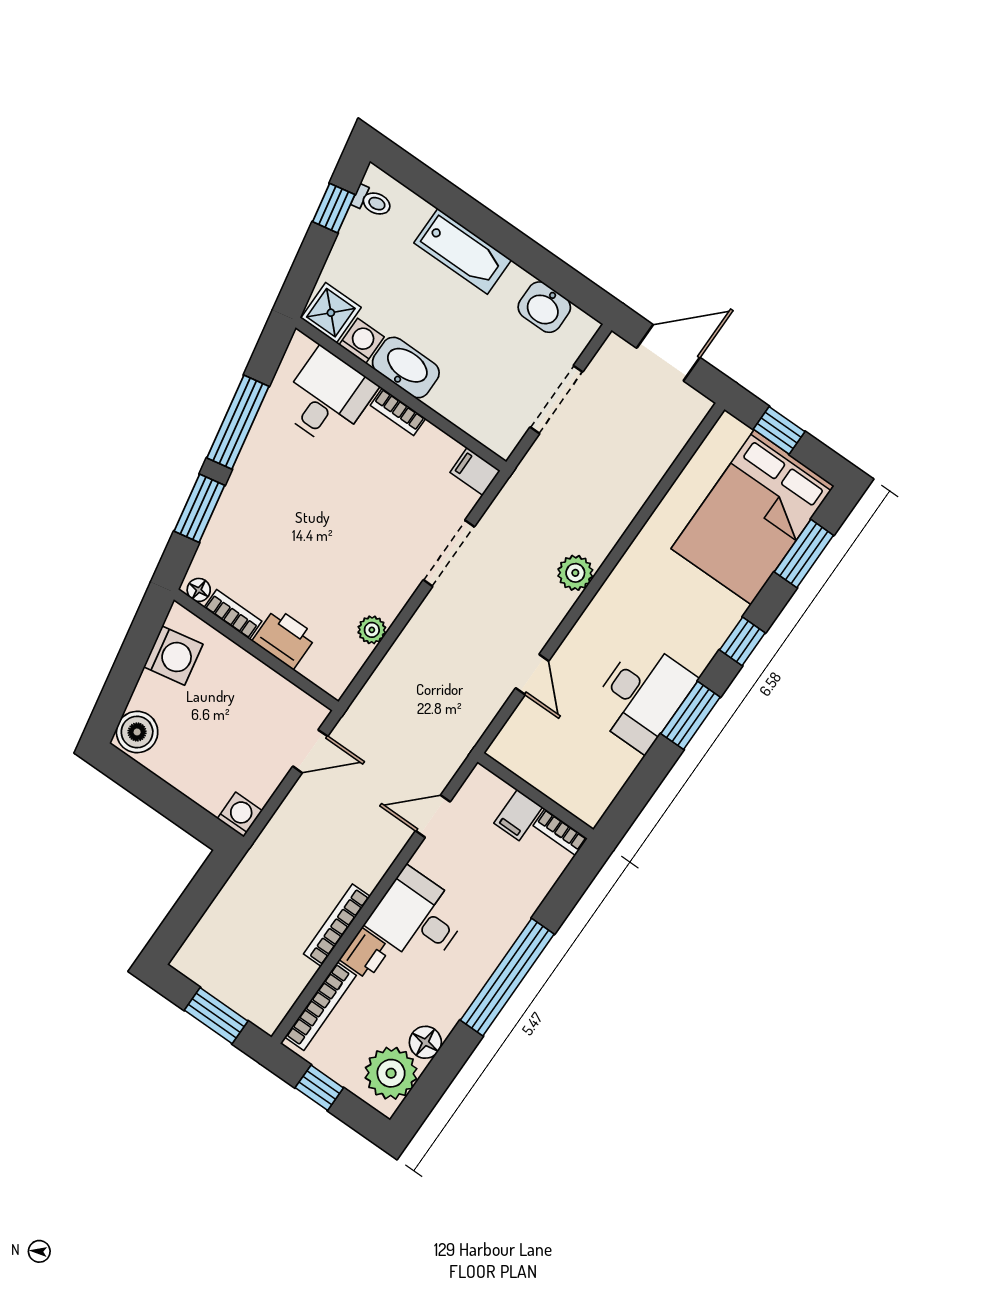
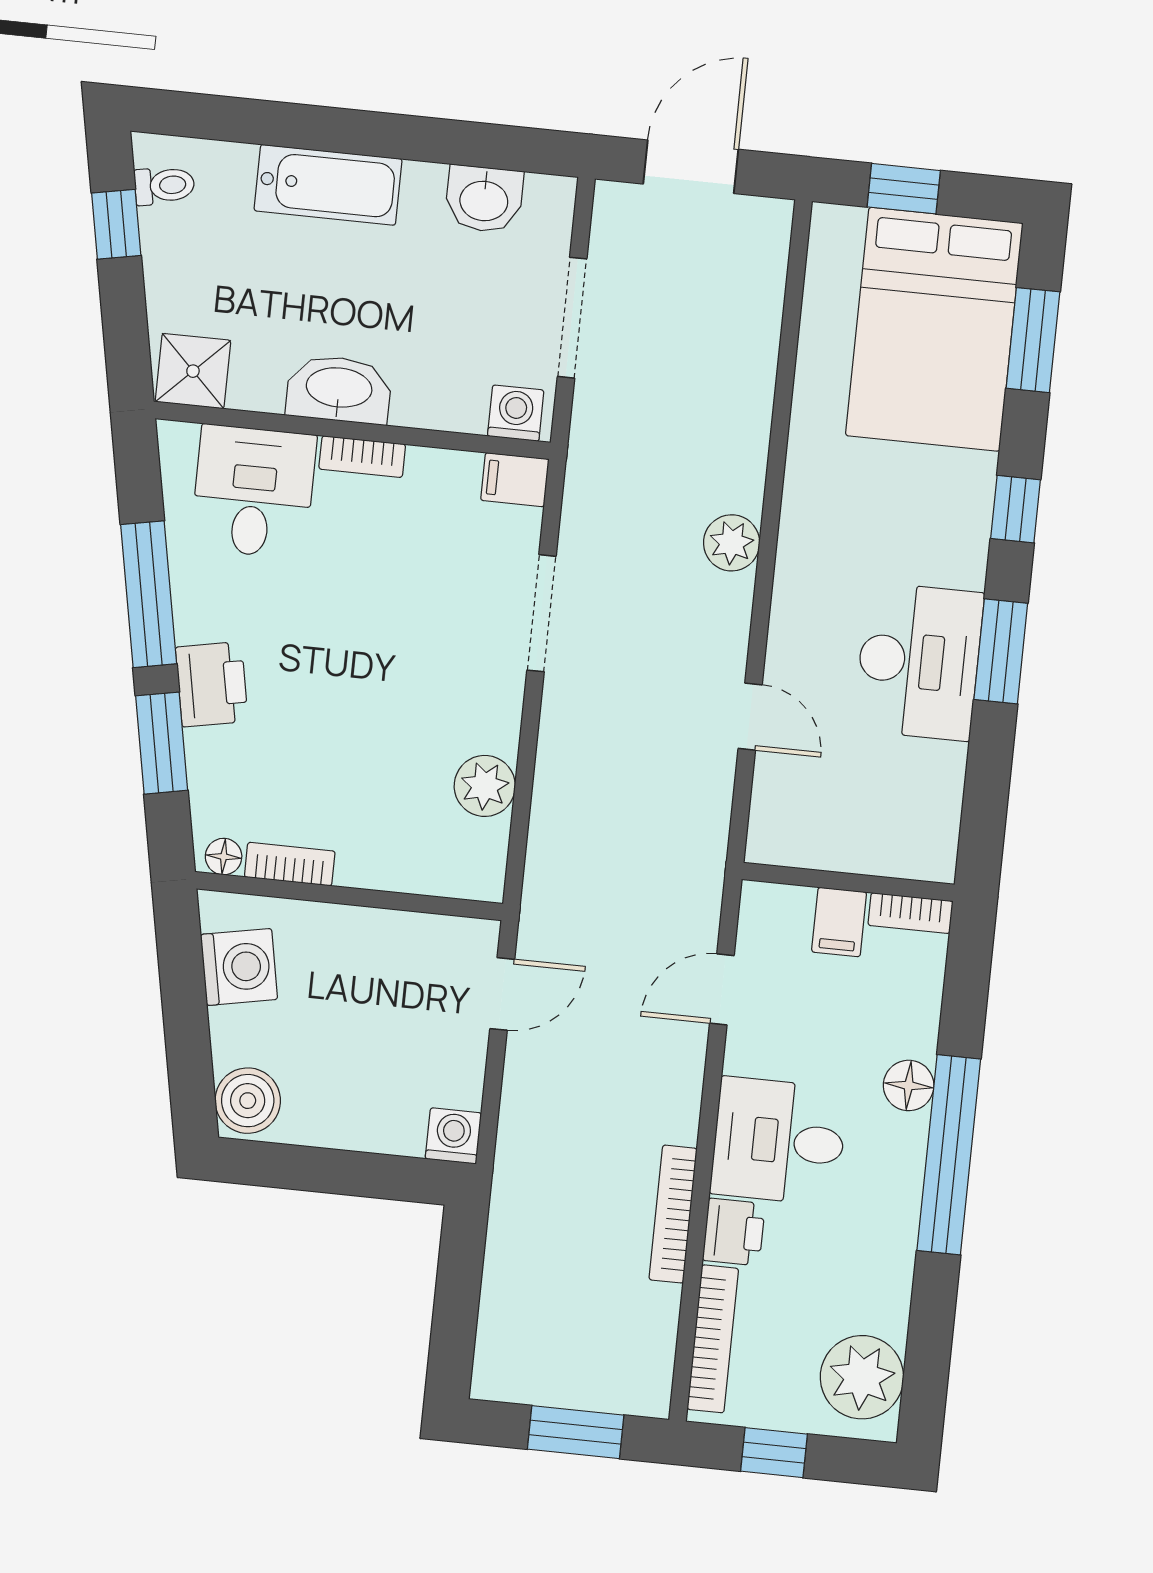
washing machine: (362, 341) -> (516, 413), moved
plant: (372, 630) -> (485, 786), width x1.38, depth x1.38
printer: (284, 638) -> (212, 684), moved, turned 79
floor lamp: (425, 1042) -> (909, 1085), moved

